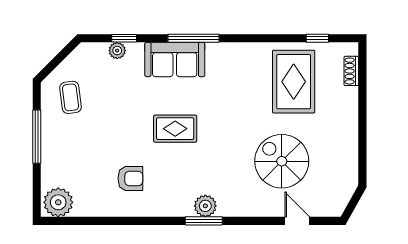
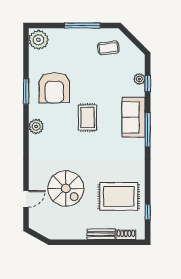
bench: (350, 108) -> (101, 234), added
spiral stairs: (282, 161) -> (66, 188), turned 90
armchair: (130, 178) -> (54, 88), width x1.88, depth x1.88
plant: (205, 206) -> (36, 126), moved
window: (204, 221) -> (26, 92), moved

